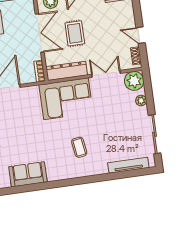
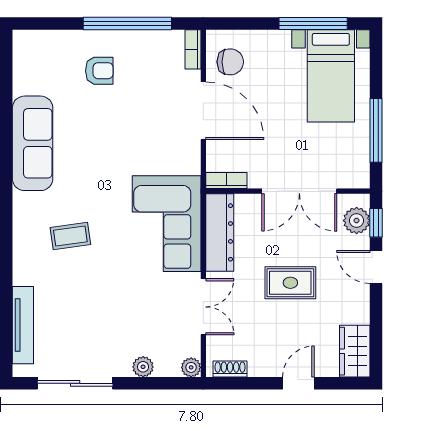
rug: (75, 33) -> (290, 283), moved
door: (141, 35) -> (298, 383), moved
plant: (134, 81) -> (191, 367), width x0.53, depth x0.53
sofa: (28, 174) -> (33, 143), width x1.36

